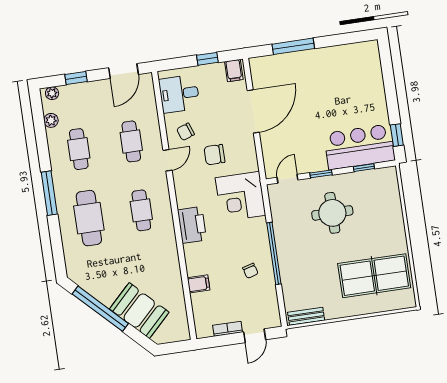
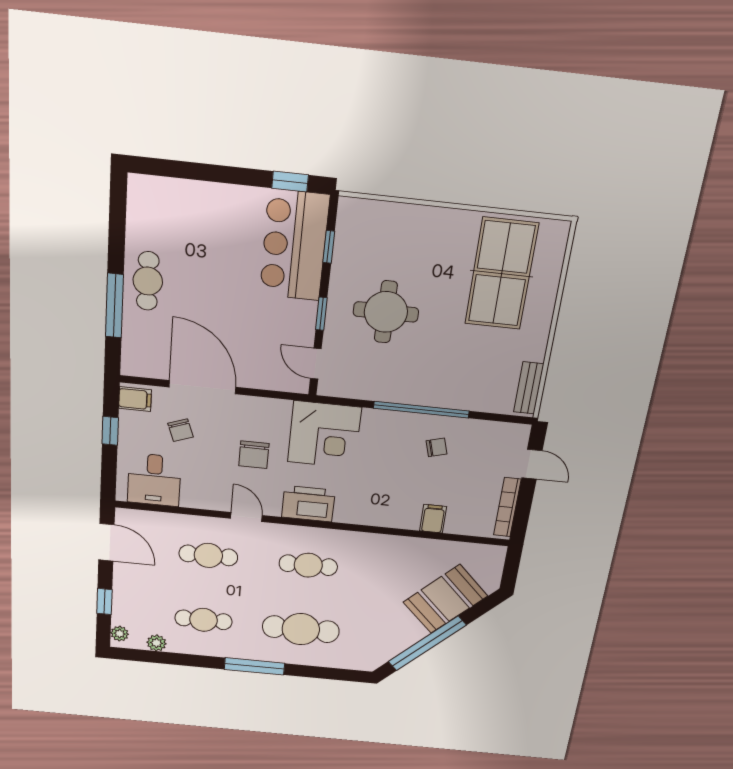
cafe table: (314, 64) -> (148, 281), added
chair: (186, 132) -> (181, 430), moved
printer: (192, 225) -> (308, 504), moved
bookcase: (228, 329) -> (507, 507), width x1.56

